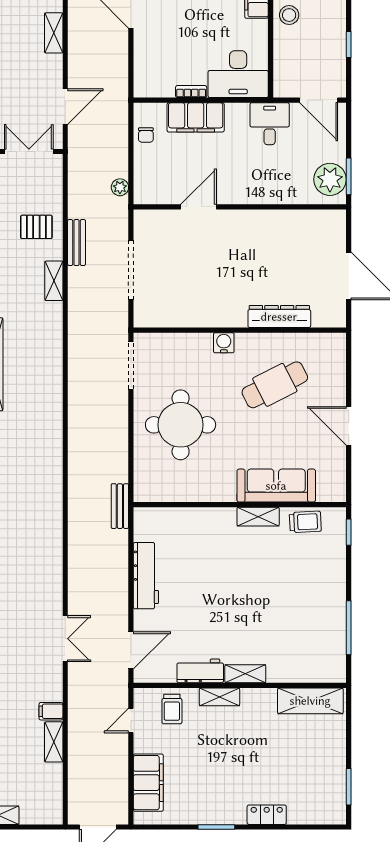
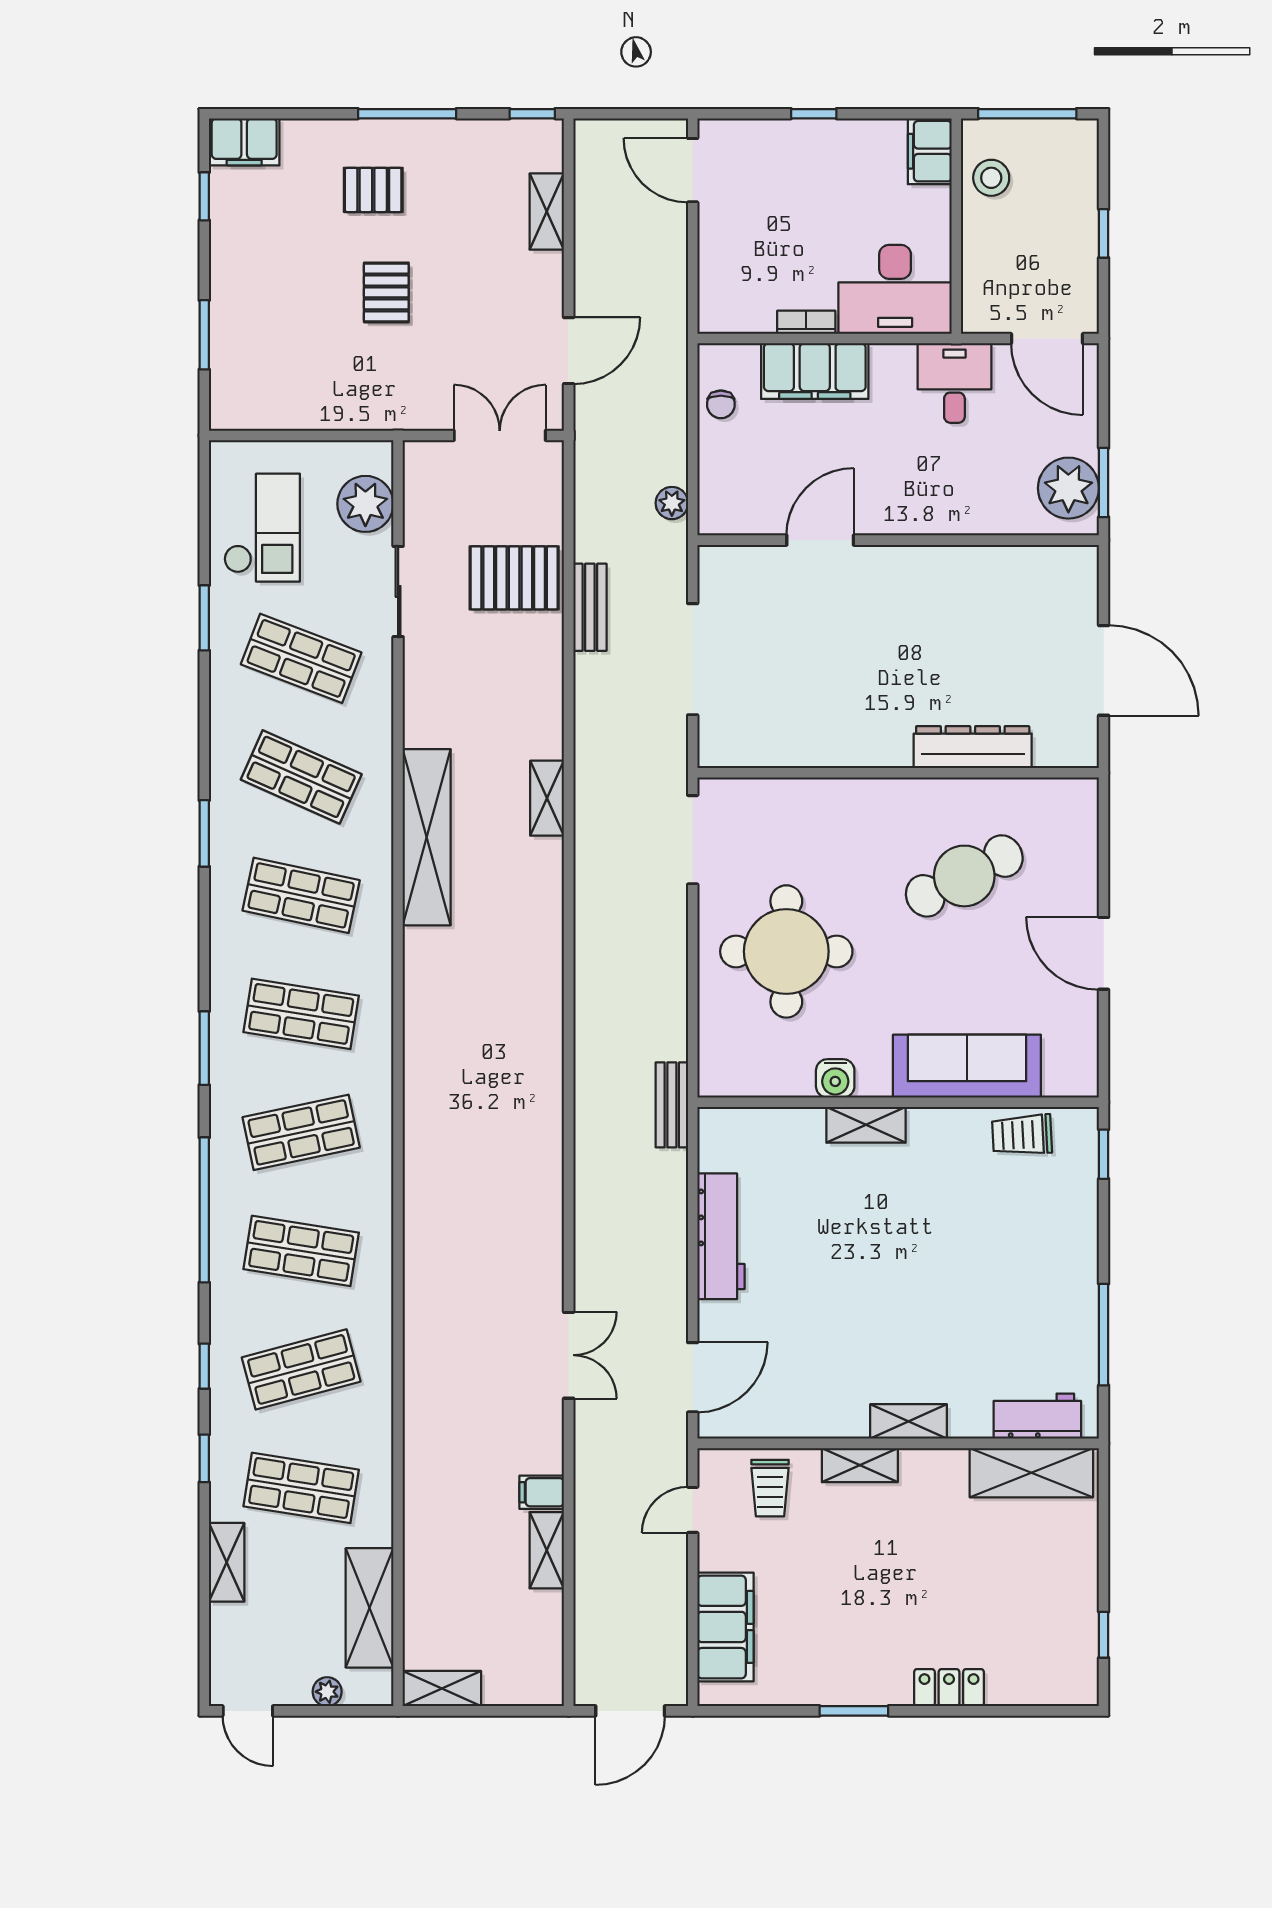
pallet: (36, 227) -> (514, 578), width x1.50, depth x1.42
shelving: (54, 281) -> (547, 798), moved
water cooler: (224, 343) -> (835, 1078), moved, turned 180
shelving: (258, 517) -> (866, 1125), moved
trolley: (305, 522) -> (1022, 1135), turned 180
workbench: (200, 671) -> (1037, 1416), moved
window: (349, 787) -> (1104, 1635), width x0.67

